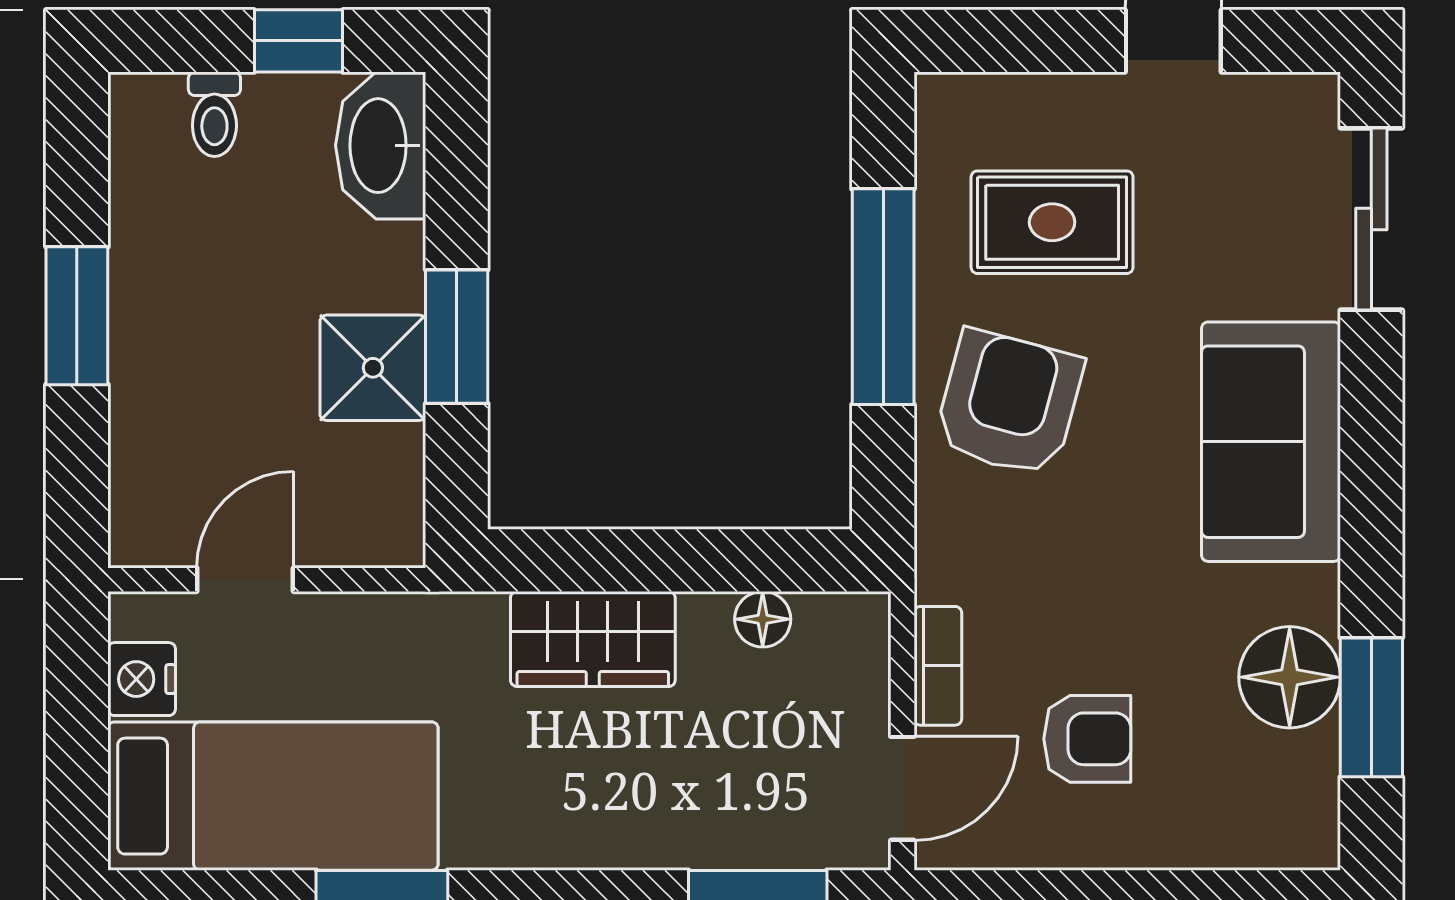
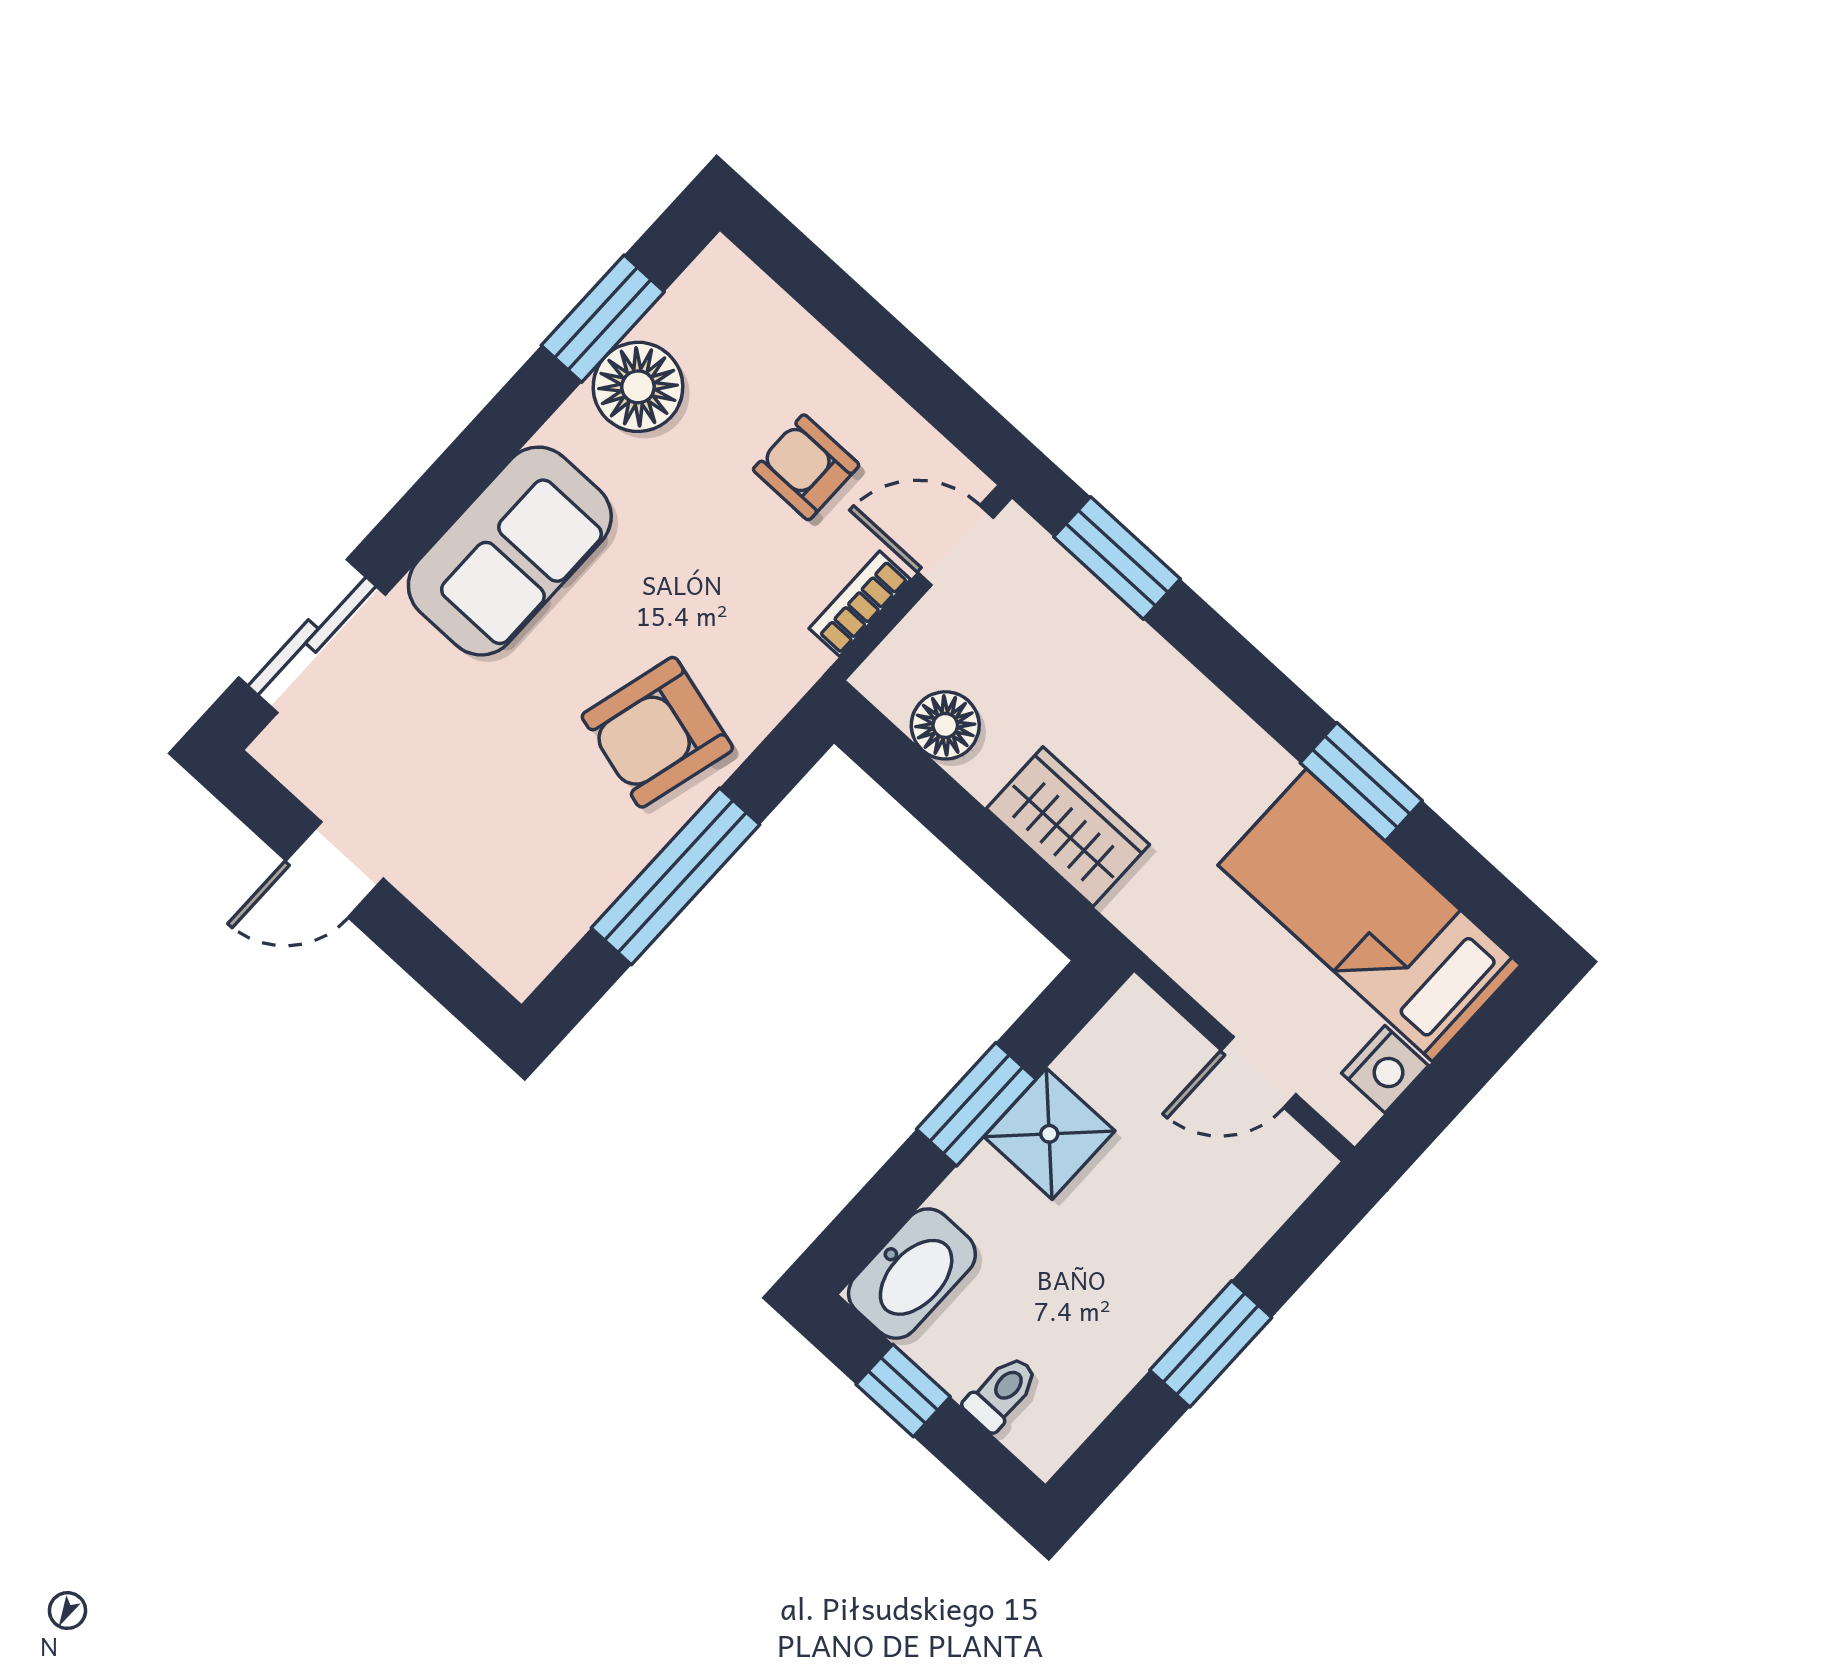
rug: (1052, 222) -> (521, 824), removed
floor lamp: (763, 619) -> (945, 725), width x1.37, depth x1.37

